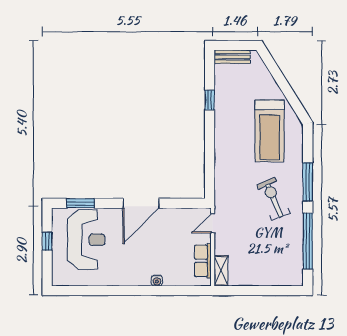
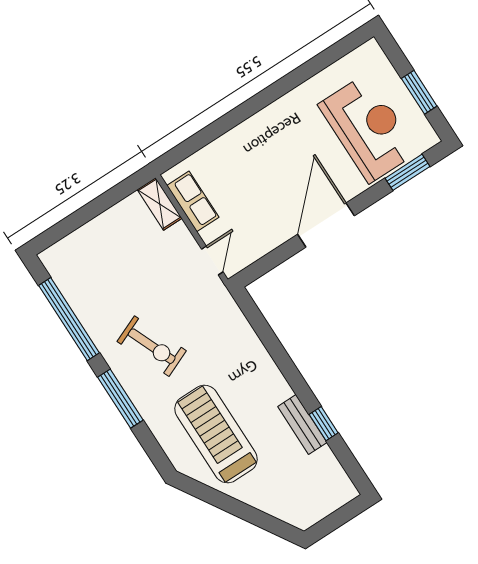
bench: (232, 57) -> (302, 424), moved, turned 90
reception desk: (86, 240) -> (368, 128), turned 180
window: (47, 241) -> (419, 92), width x1.50
water cooler: (157, 281) -> (237, 135), removed

